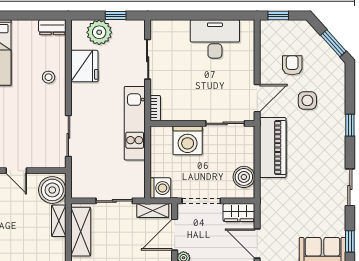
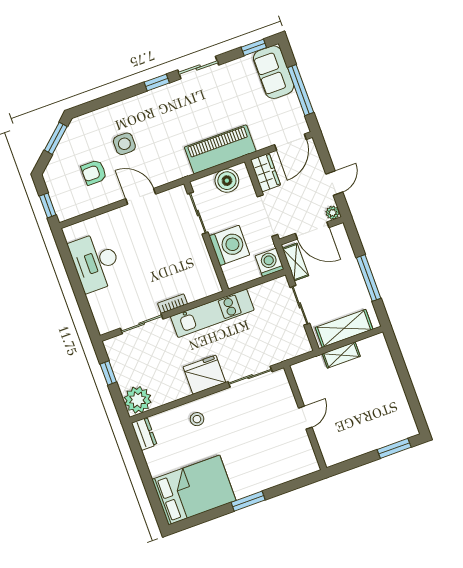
plant: (99, 32) -> (138, 400), moved
fridge: (84, 66) -> (204, 375), moved
bookcase: (155, 108) -> (172, 304), moved
wall: (202, 123) -> (206, 236), moved
sliding door: (225, 123) -> (198, 213), moved
window: (350, 125) -> (157, 83), moved
washing machine: (188, 140) -> (229, 245), moved
piano: (273, 148) -> (220, 149), moved
boiler: (52, 190) -> (312, 373), removed

